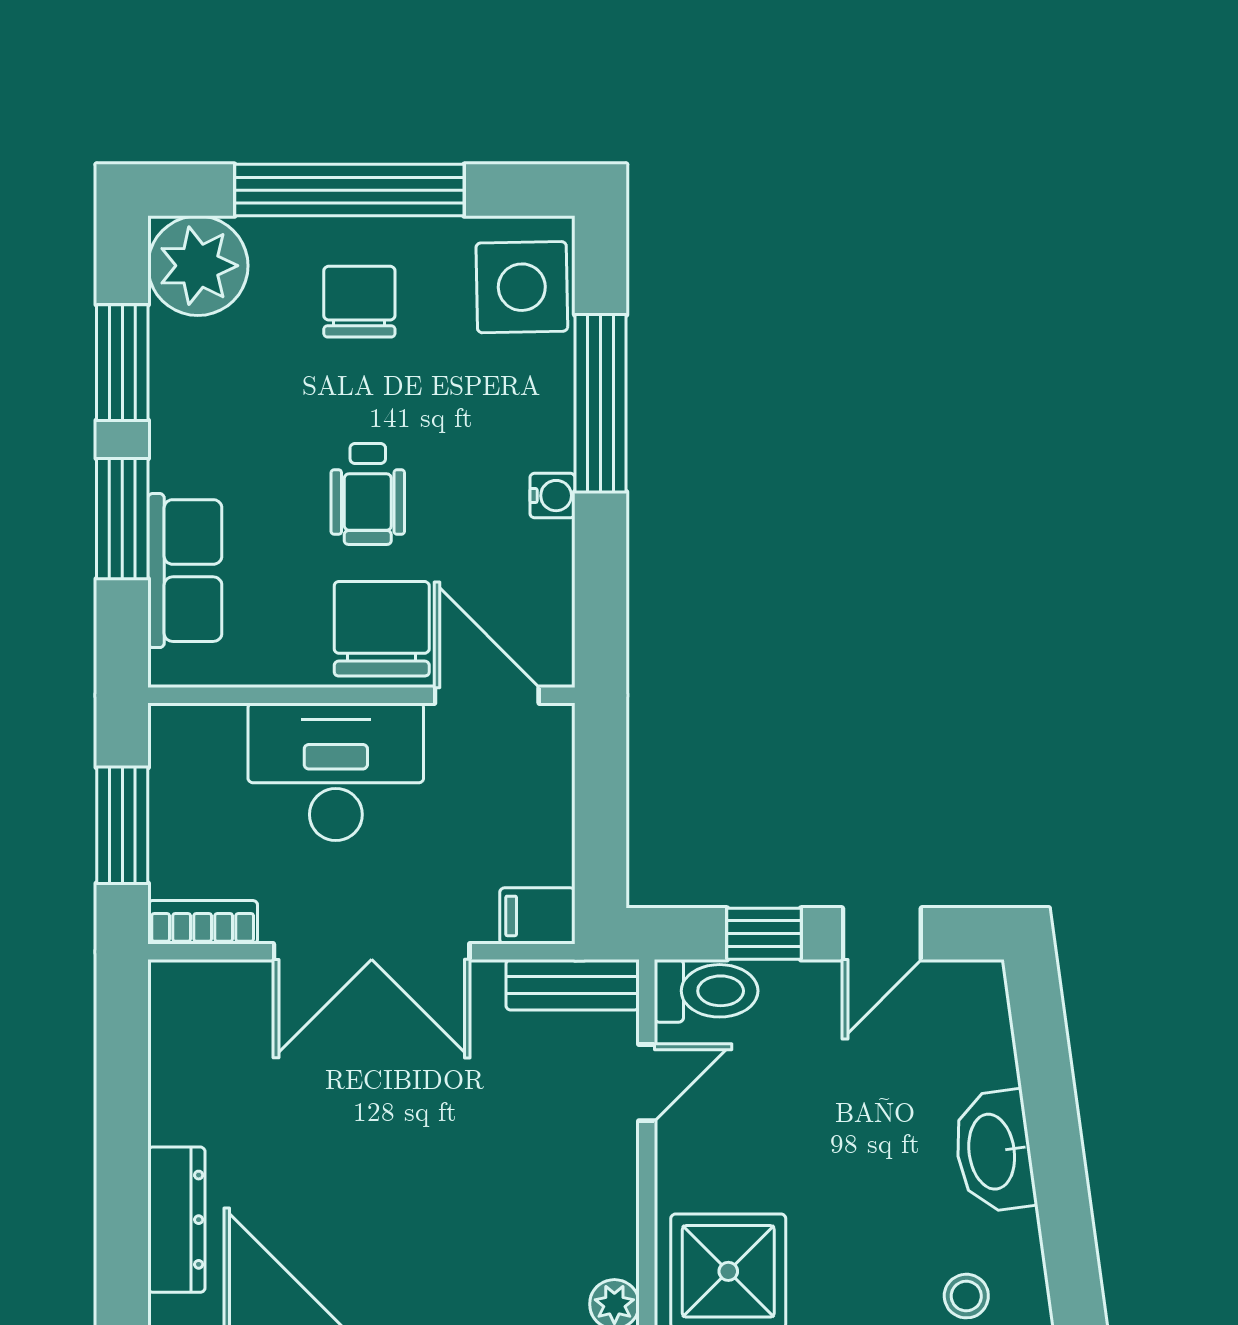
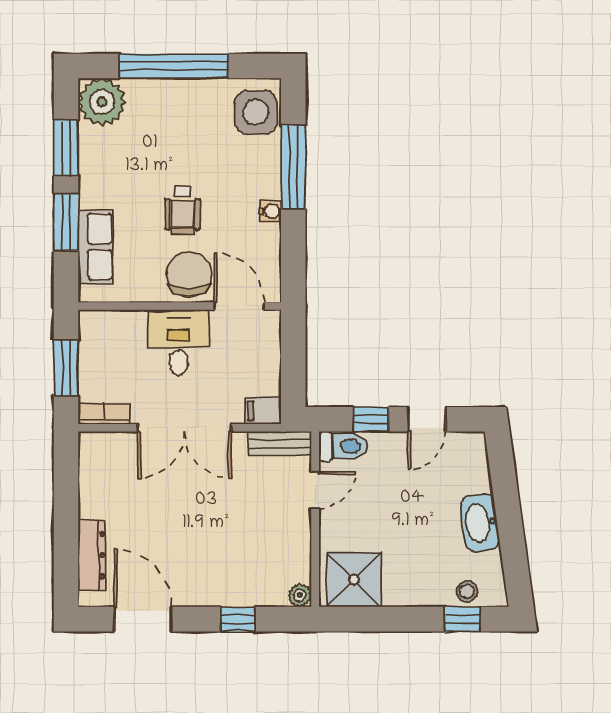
chair: (359, 302) -> (179, 119), removed
desk: (336, 772) -> (179, 342), width x0.73

